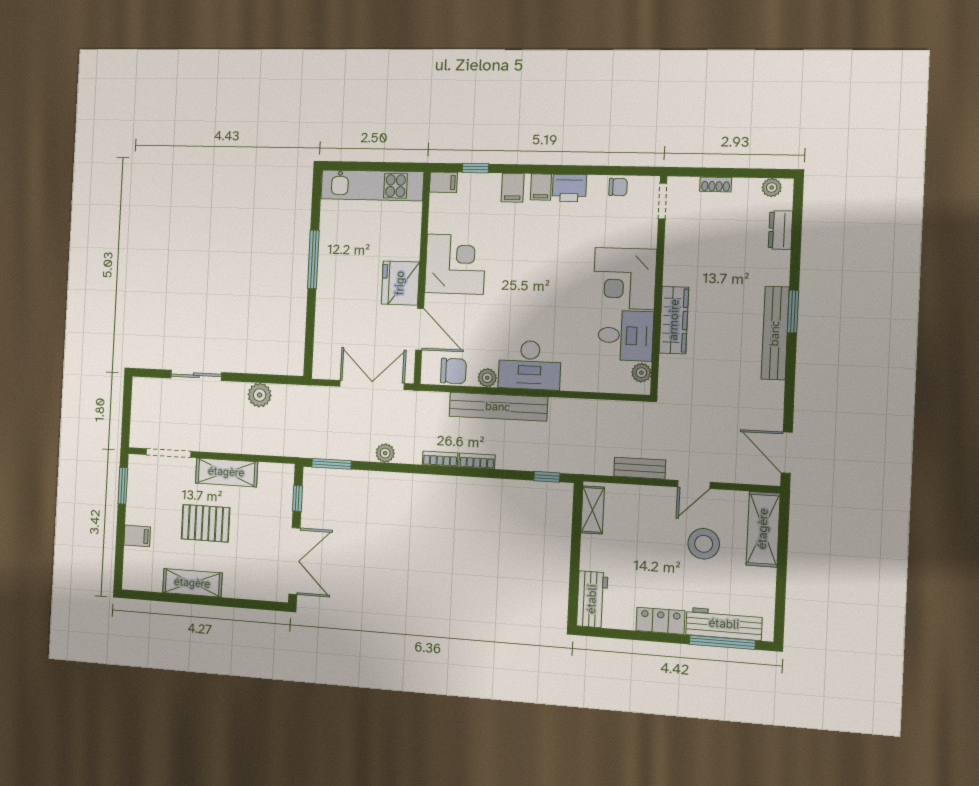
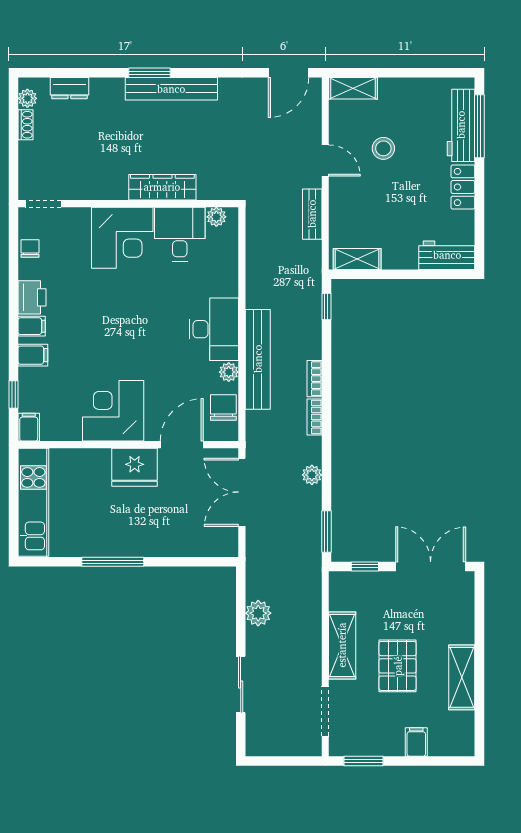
shoe rack: (716, 184) -> (26, 125), moved
shelving: (763, 529) -> (353, 88), width x0.67, depth x0.75
stool: (704, 544) -> (383, 148), width x0.73, depth x0.73

